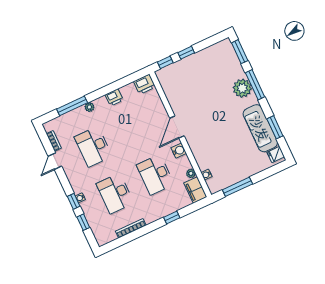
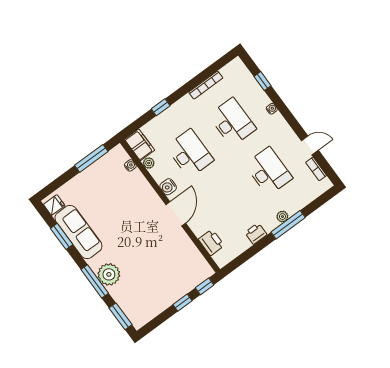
printer: (144, 84) -> (211, 242), moved, turned 90
window: (72, 106) -> (288, 225), moved
door: (55, 161) -> (310, 145), hinge flipped
window: (74, 201) -> (279, 103), removed

